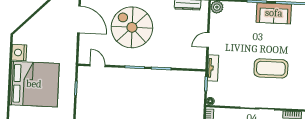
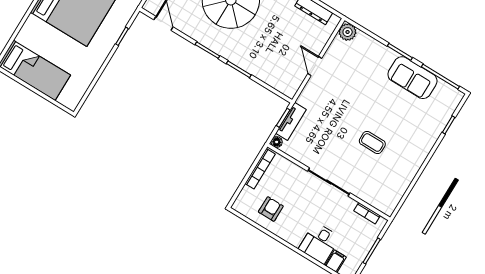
door: (208, 40) -> (315, 66), hinge flipped
tv unit: (213, 68) -> (291, 121), moved
coffee table: (271, 68) -> (372, 143), width x0.54, depth x0.58

